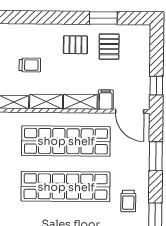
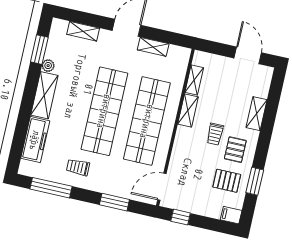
trolley: (30, 65) -> (215, 134), moved
filing cabinet: (106, 100) -> (231, 215), moved, turned 180
shelving: (80, 102) -> (257, 114), moved

